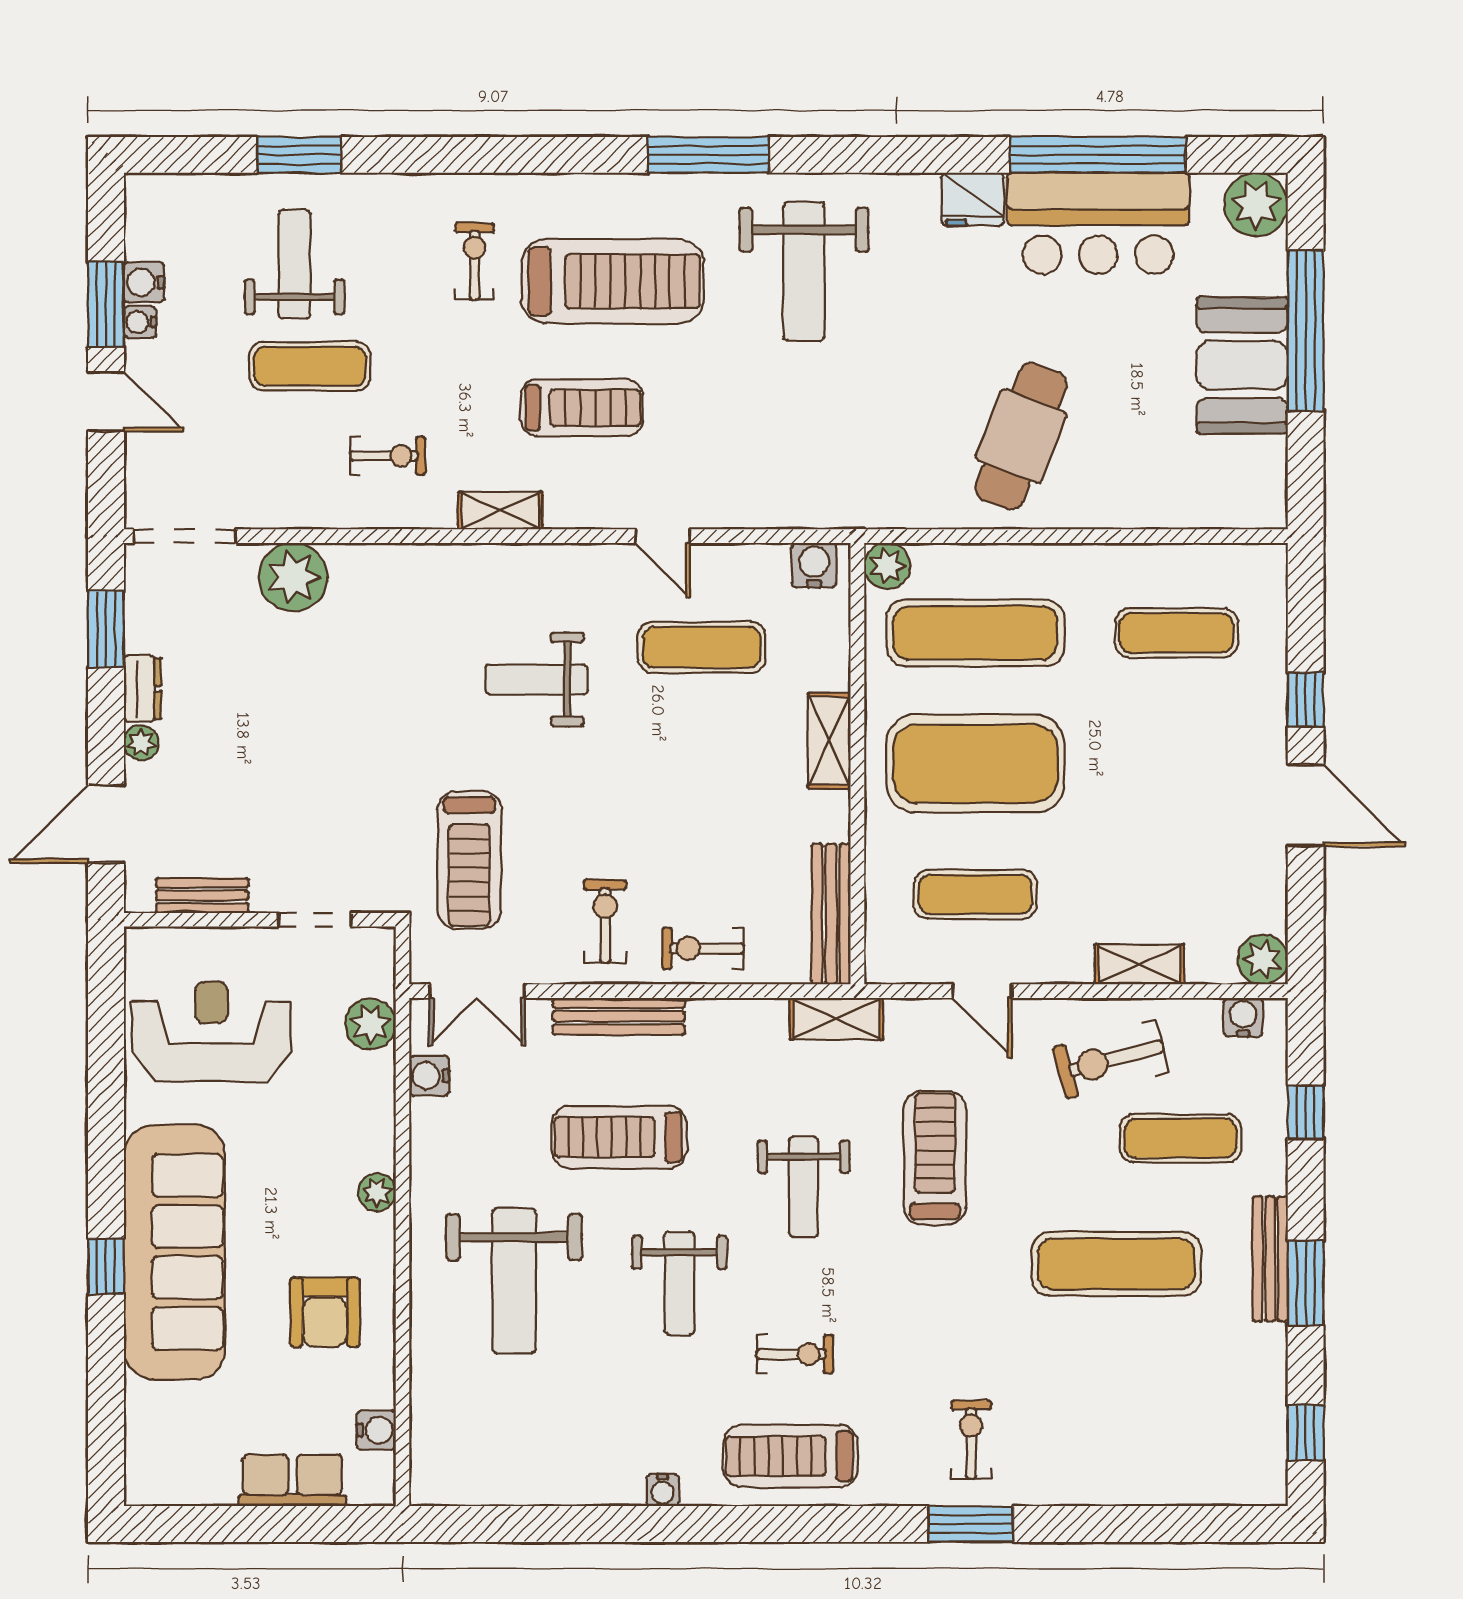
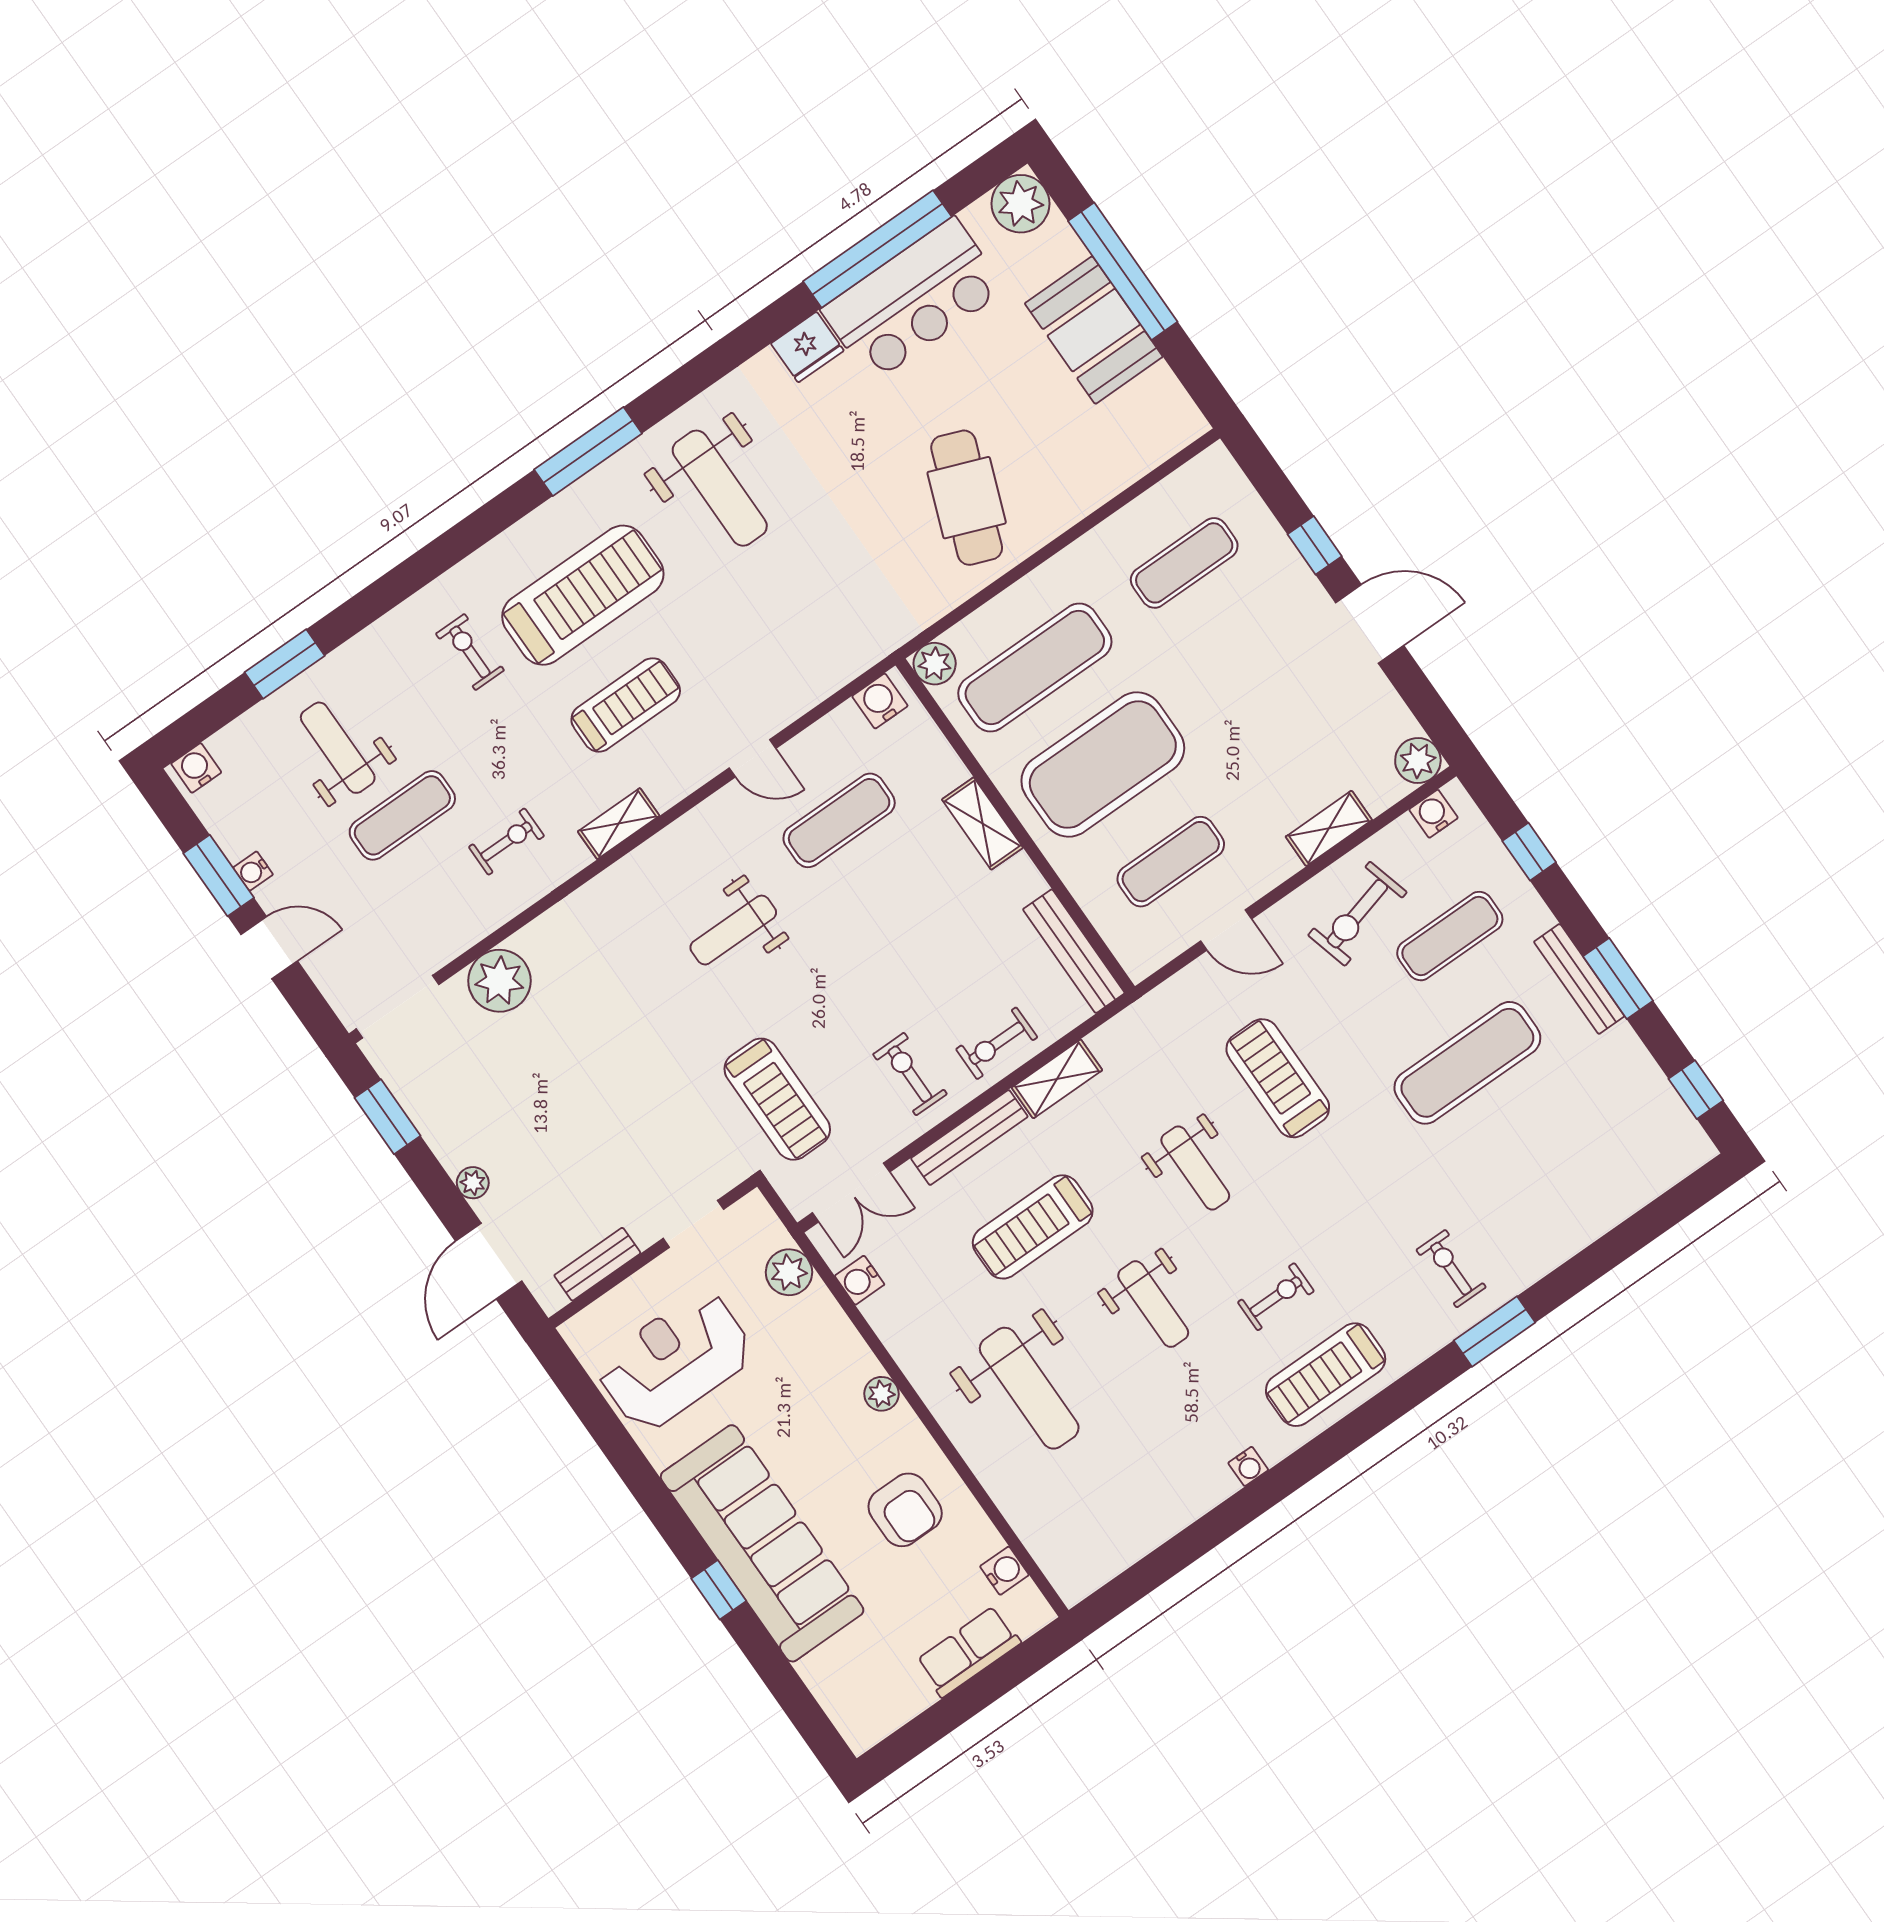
water cooler: (144, 282) -> (196, 768), moved, turned 90
dresser: (142, 689) -> (446, 1142), removed
shelving: (836, 1019) -> (1057, 1079), moved

